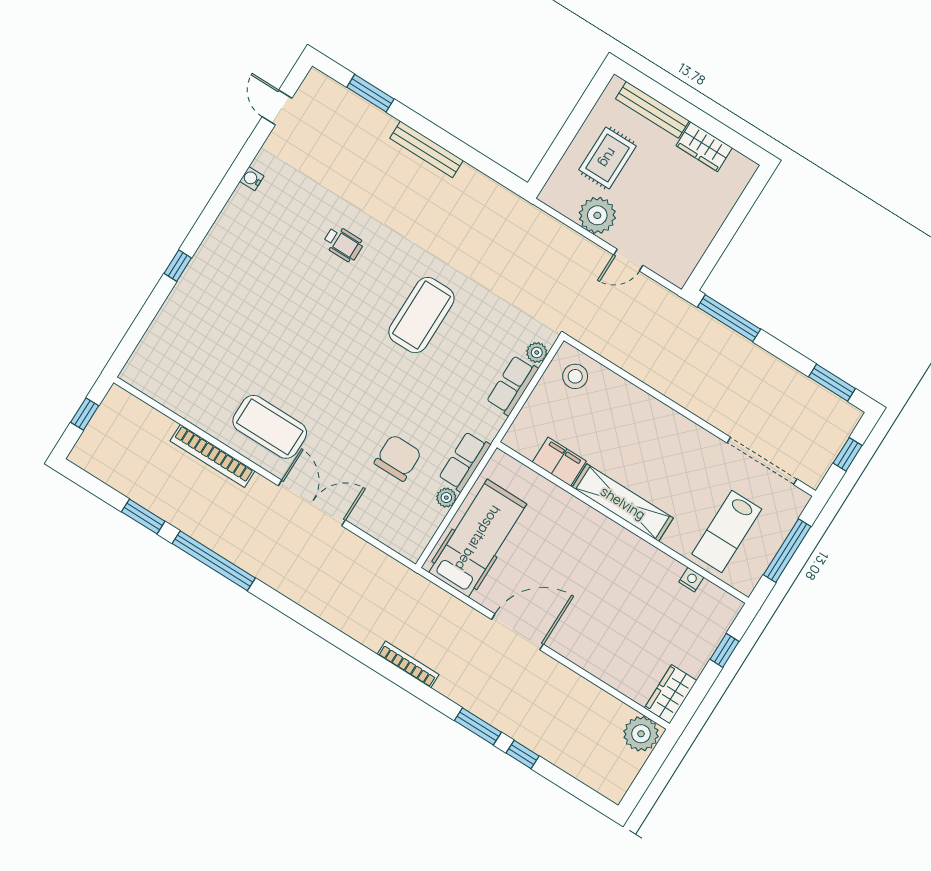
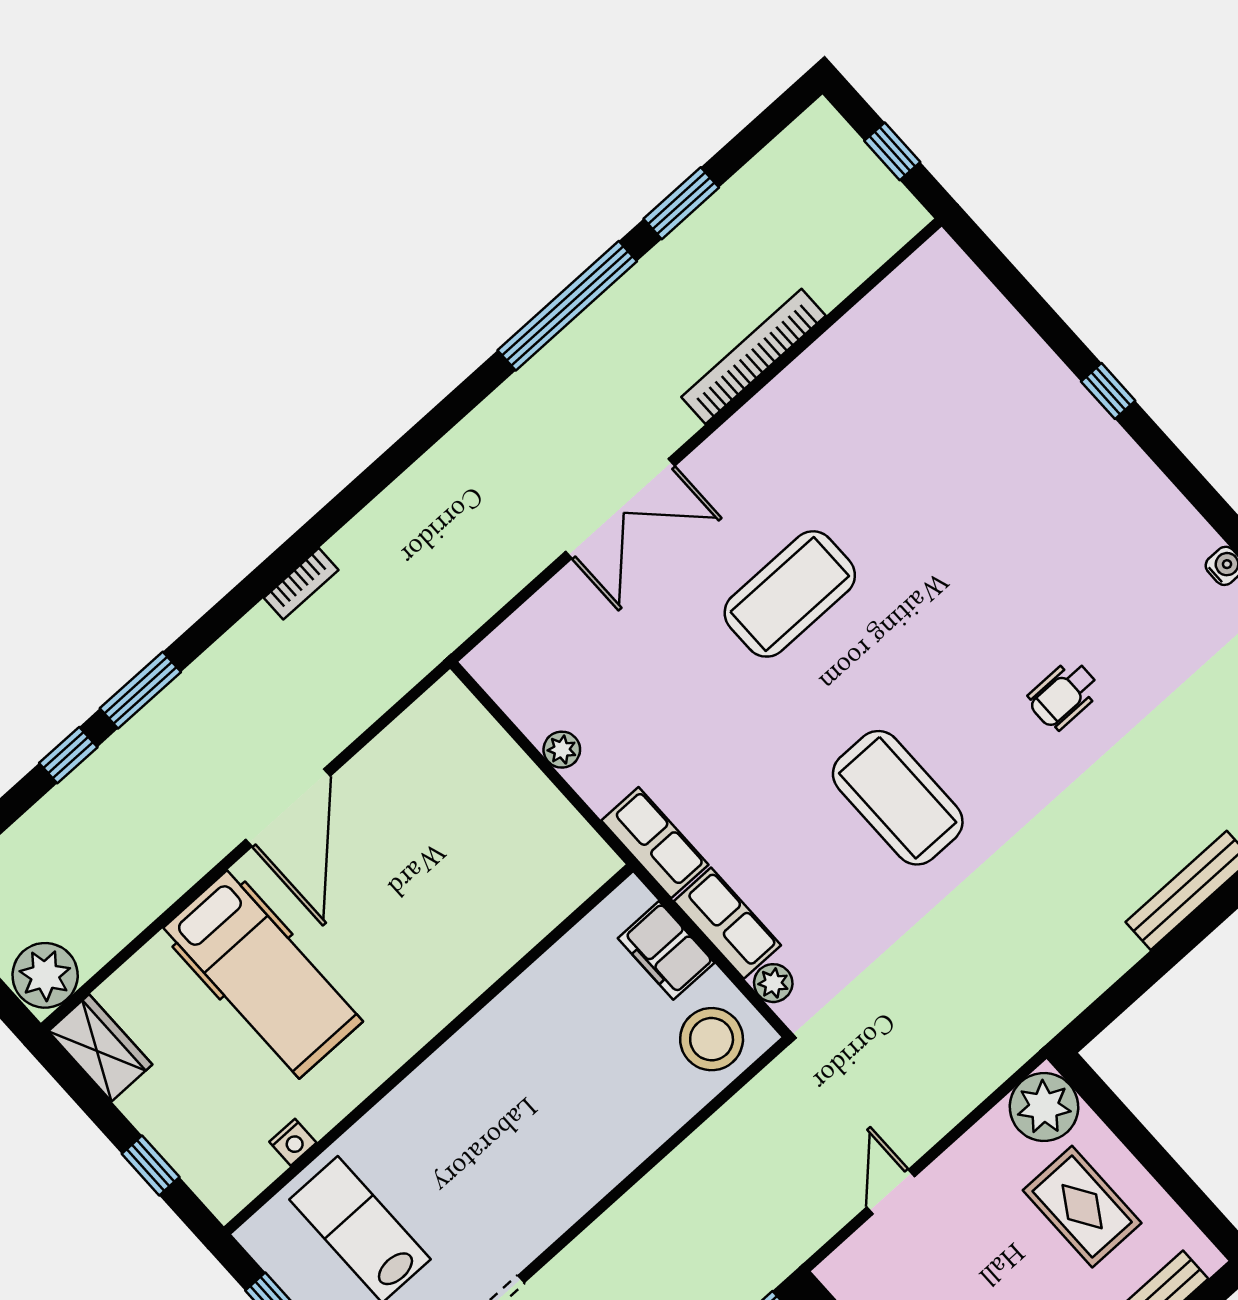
plant: (597, 215) -> (1044, 1107), moved
stool: (575, 376) -> (712, 1039), width x1.38, depth x1.38
coffee table: (270, 427) -> (790, 594), moved
chair: (398, 458) -> (657, 684), removed
row of seats: (465, 461) -> (655, 843), moved
filing cabinet: (559, 462) -> (666, 950), moved, turned 90
shelving: (623, 503) -> (464, 1059), removed
hospital bed: (478, 538) -> (263, 975), moved
bookcase: (408, 664) -> (301, 584), width x0.64

